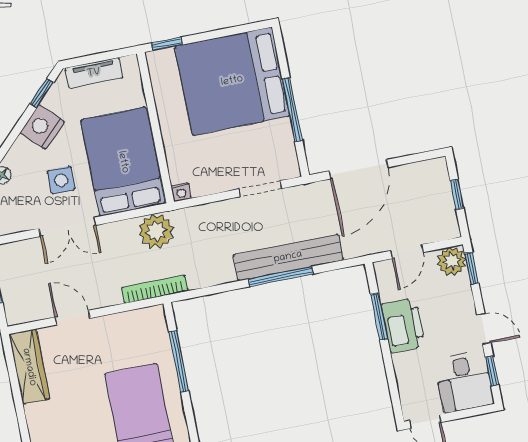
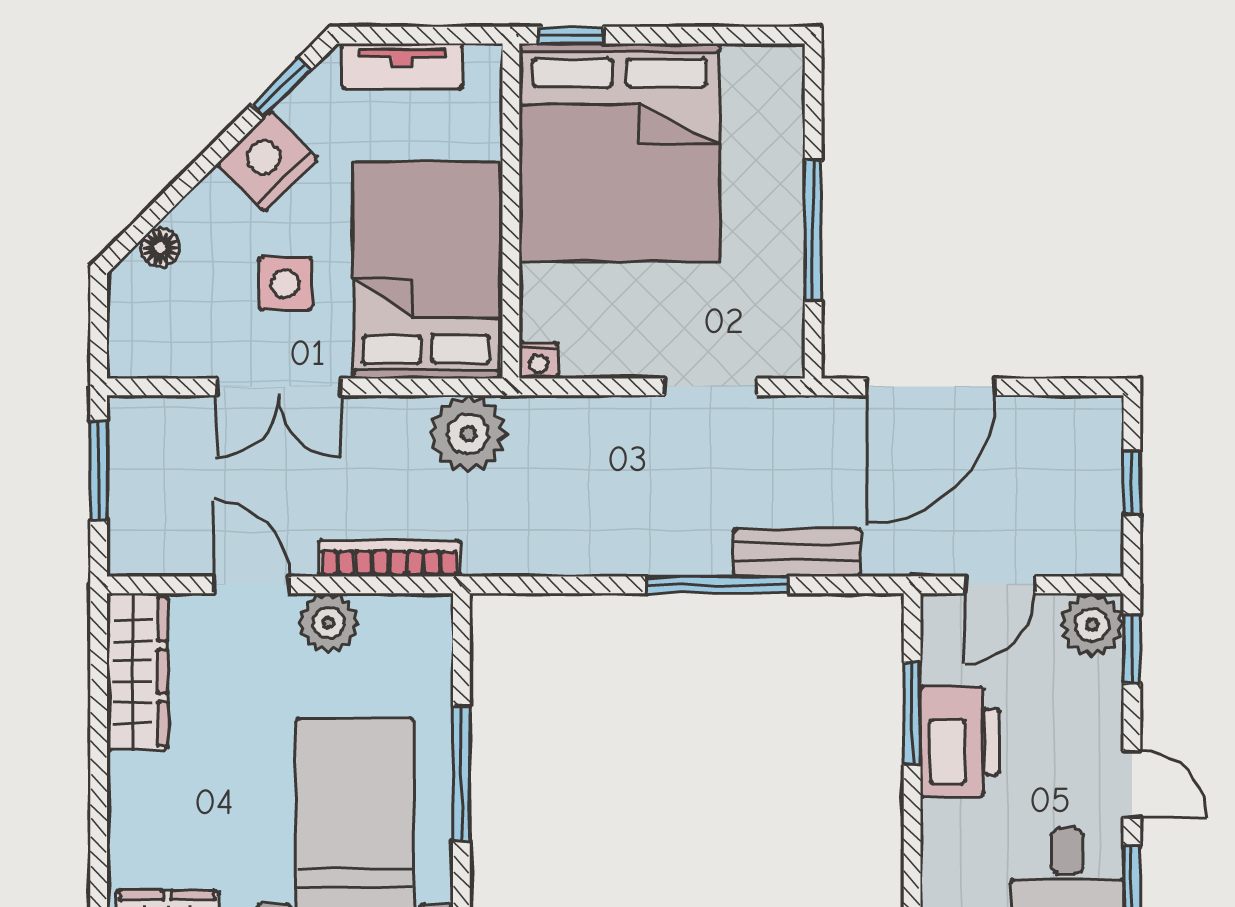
bed: (232, 81) -> (619, 152), moved, turned -90
bench: (288, 257) -> (797, 552), width x0.54, depth x0.82
bookcase: (155, 289) -> (389, 558), moved
plant: (110, 328) -> (328, 623), added
window: (179, 361) -> (461, 774), moved

